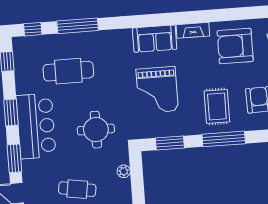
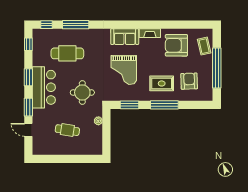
rug: (217, 106) -> (162, 83), turned 90

